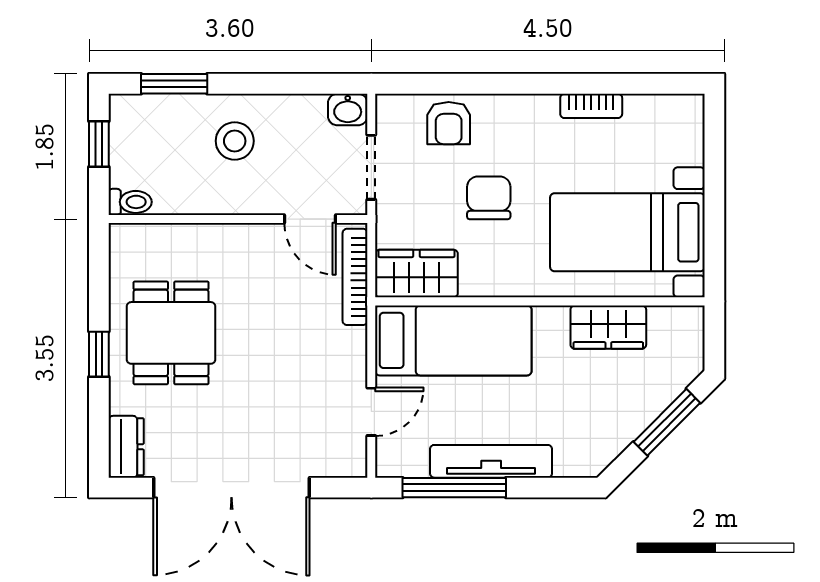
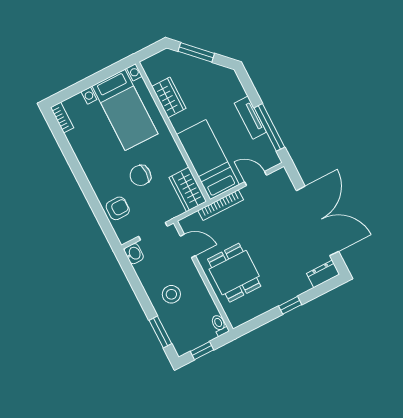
bookcase: (591, 106) -> (62, 118), moved
door: (310, 219) -> (188, 246), hinge flipped
bookcase: (355, 277) -> (221, 205), moved
dining table: (171, 333) -> (234, 273), moved, turned 90
tv unit: (491, 461) -> (250, 118), width x0.71

